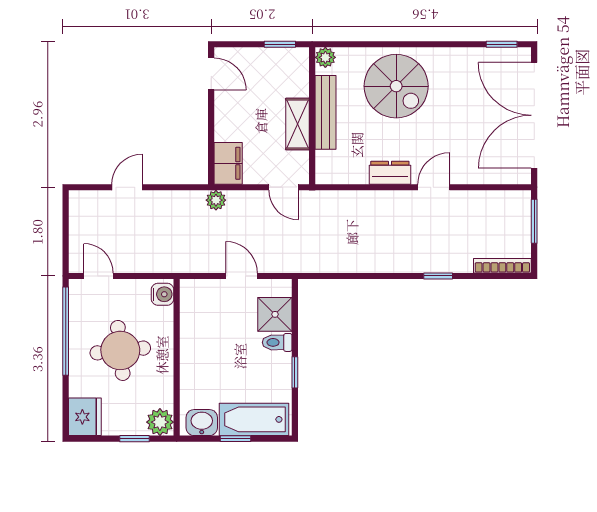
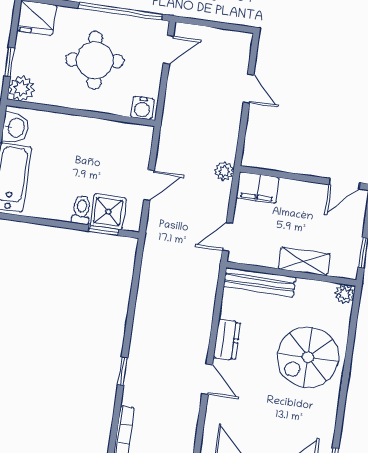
bench: (326, 112) -> (260, 282), moved
shelving: (298, 124) -> (304, 261), moved
window: (295, 372) -> (104, 230), moved

